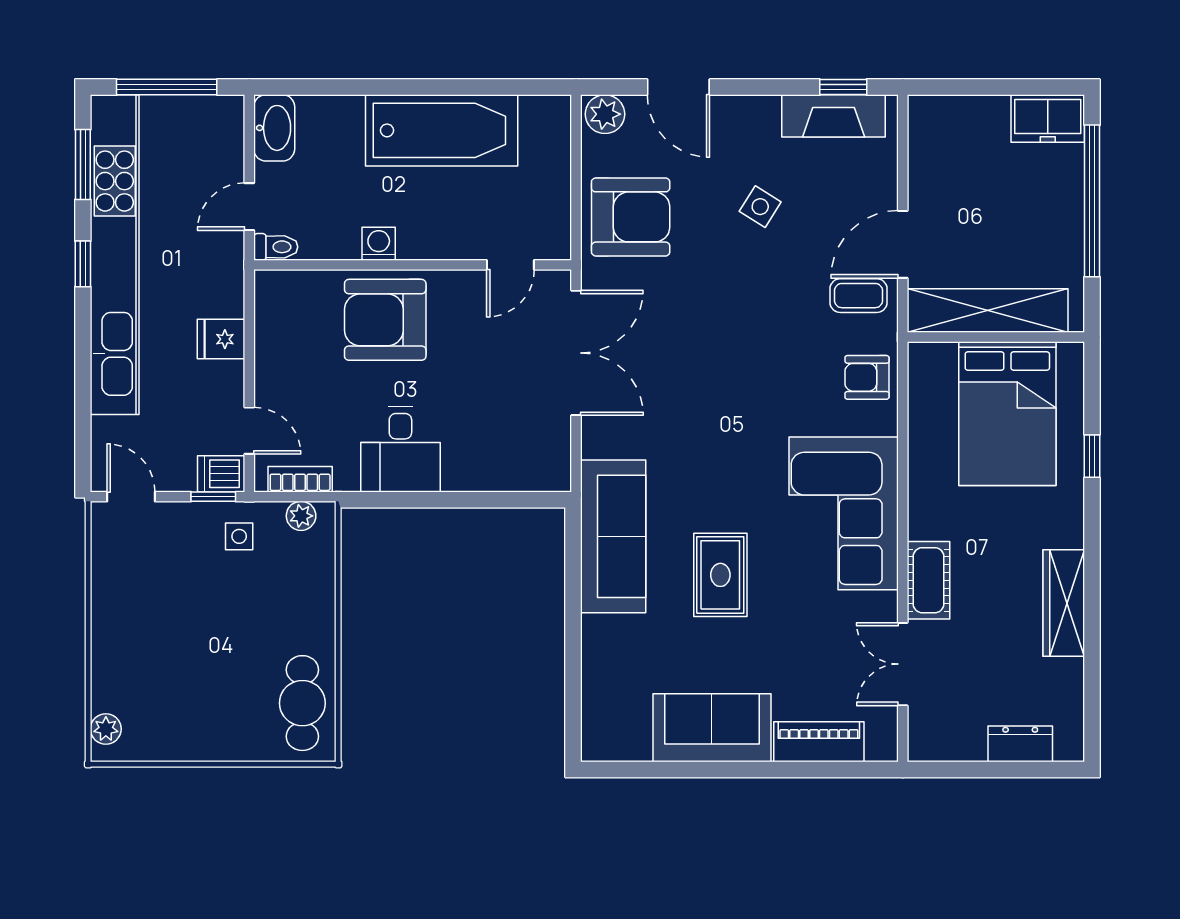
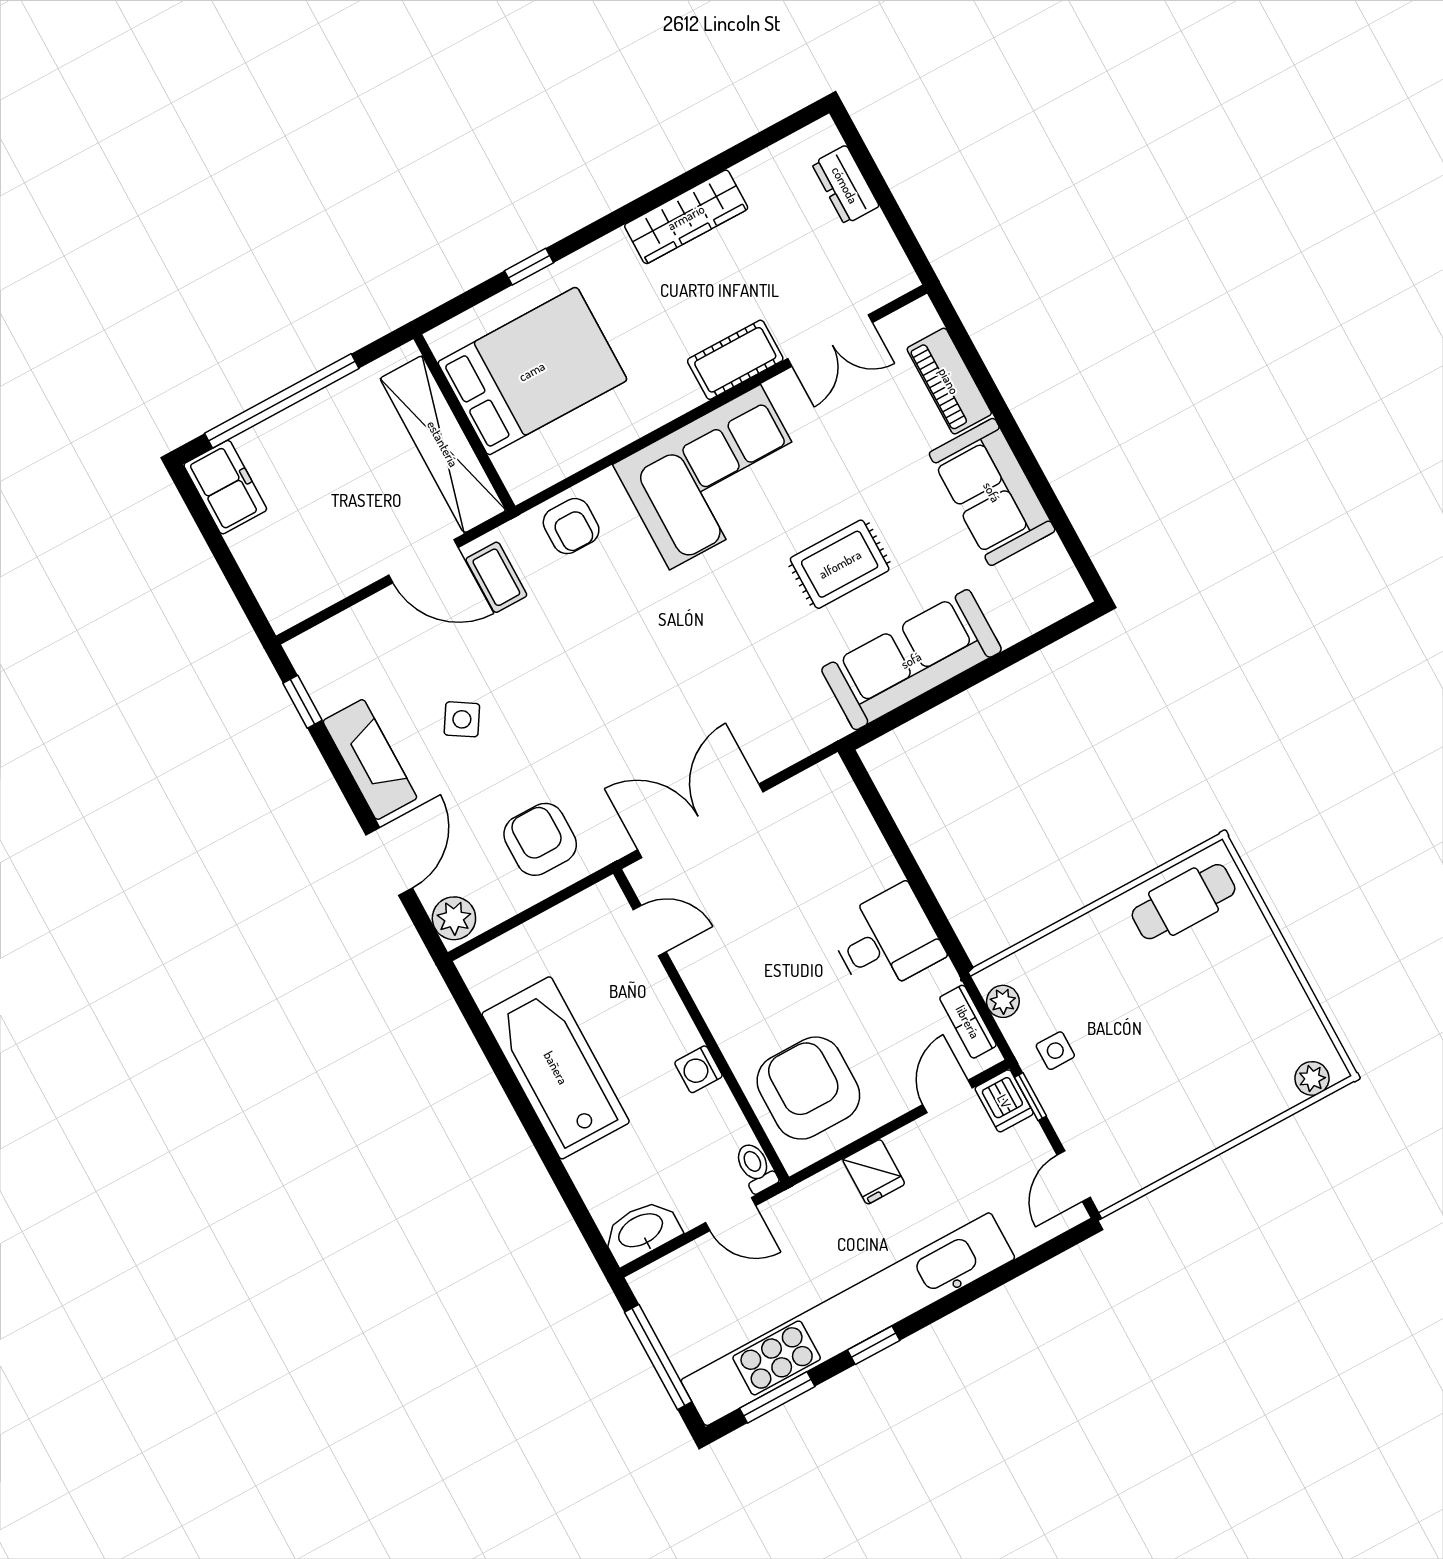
fireplace: (834, 116) -> (370, 759), moved
armchair: (631, 217) -> (540, 839), width x0.73, depth x0.73
armchair: (385, 320) -> (808, 1088), moved, turned 180
sofa: (613, 536) -> (911, 660), moved

